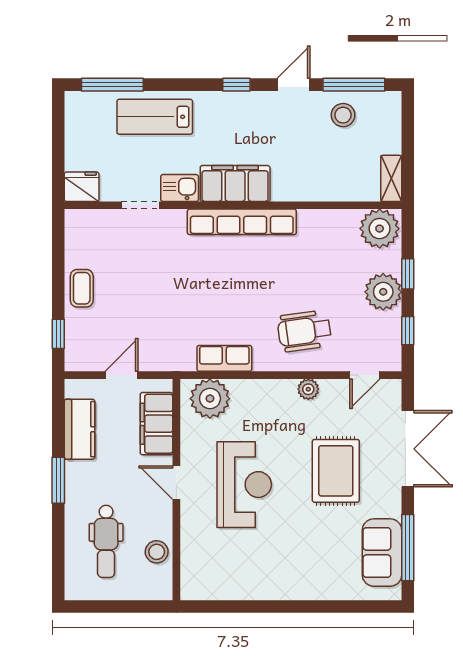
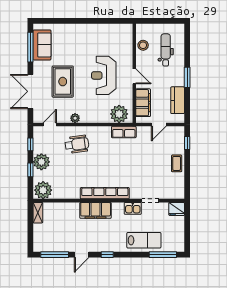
stool: (343, 115) -> (59, 241), removed
filing cabinet: (235, 184) -> (96, 210), moved
row of seats: (224, 358) -> (124, 132), moved

